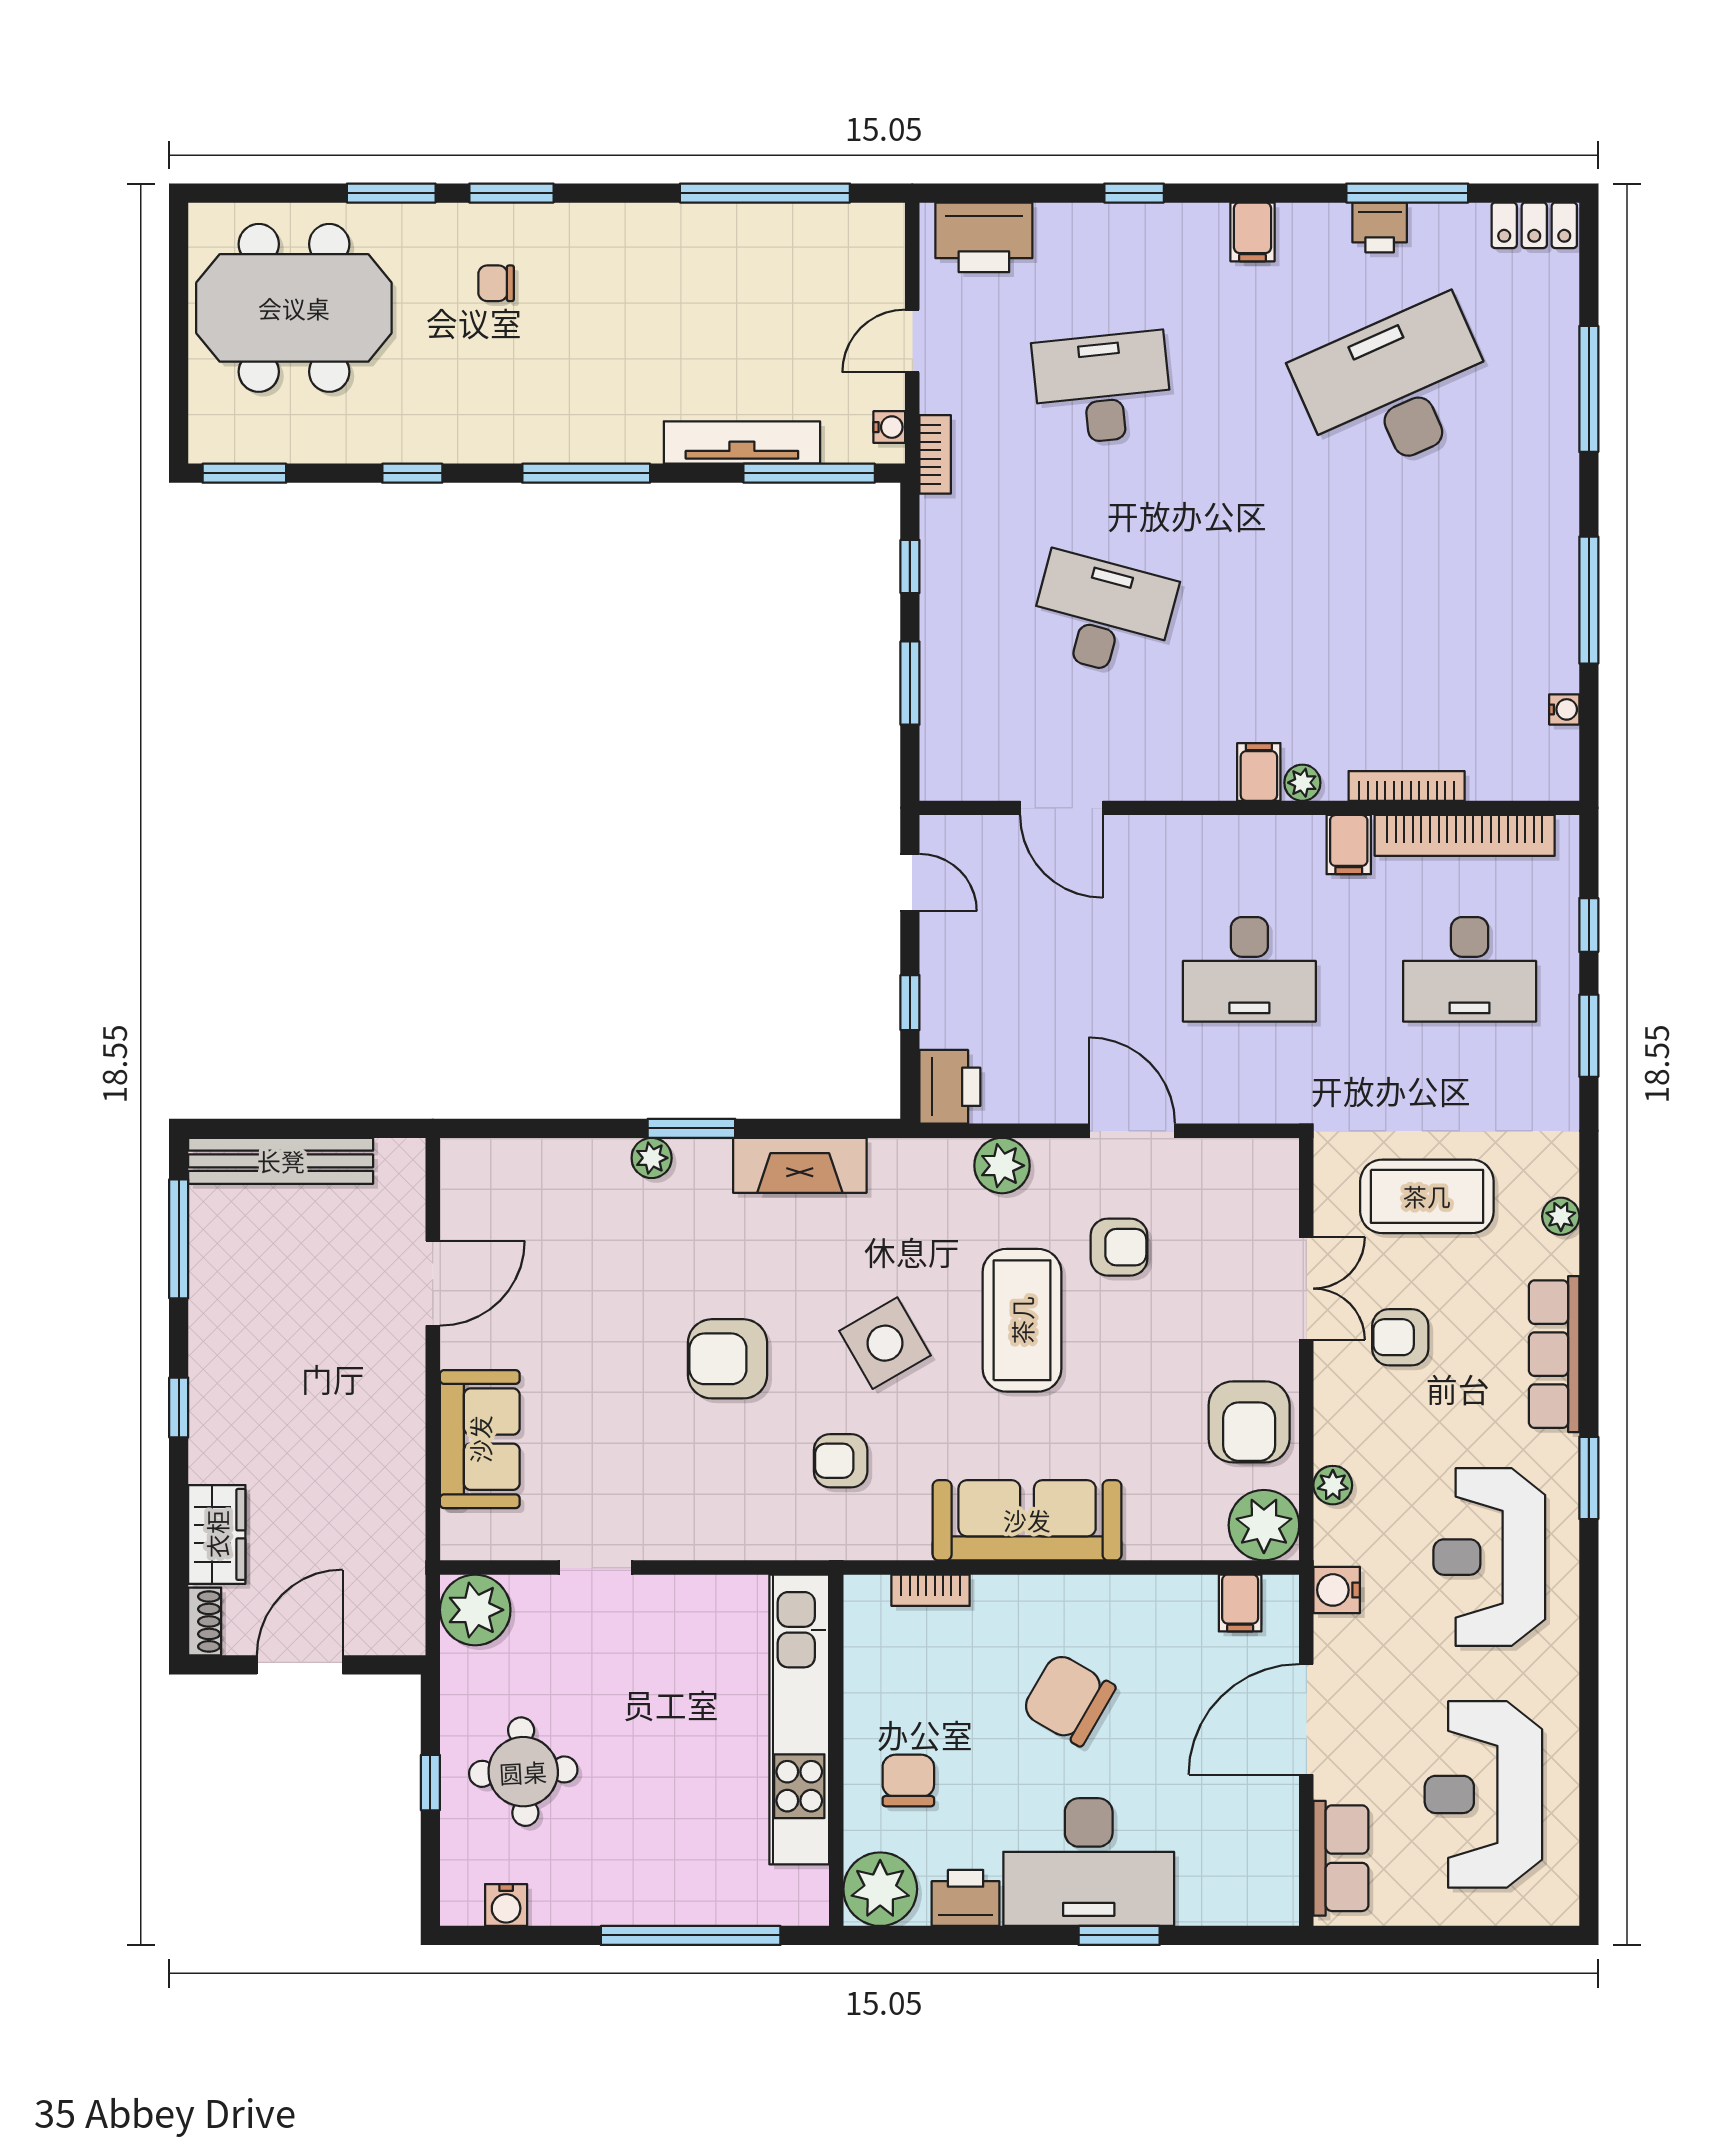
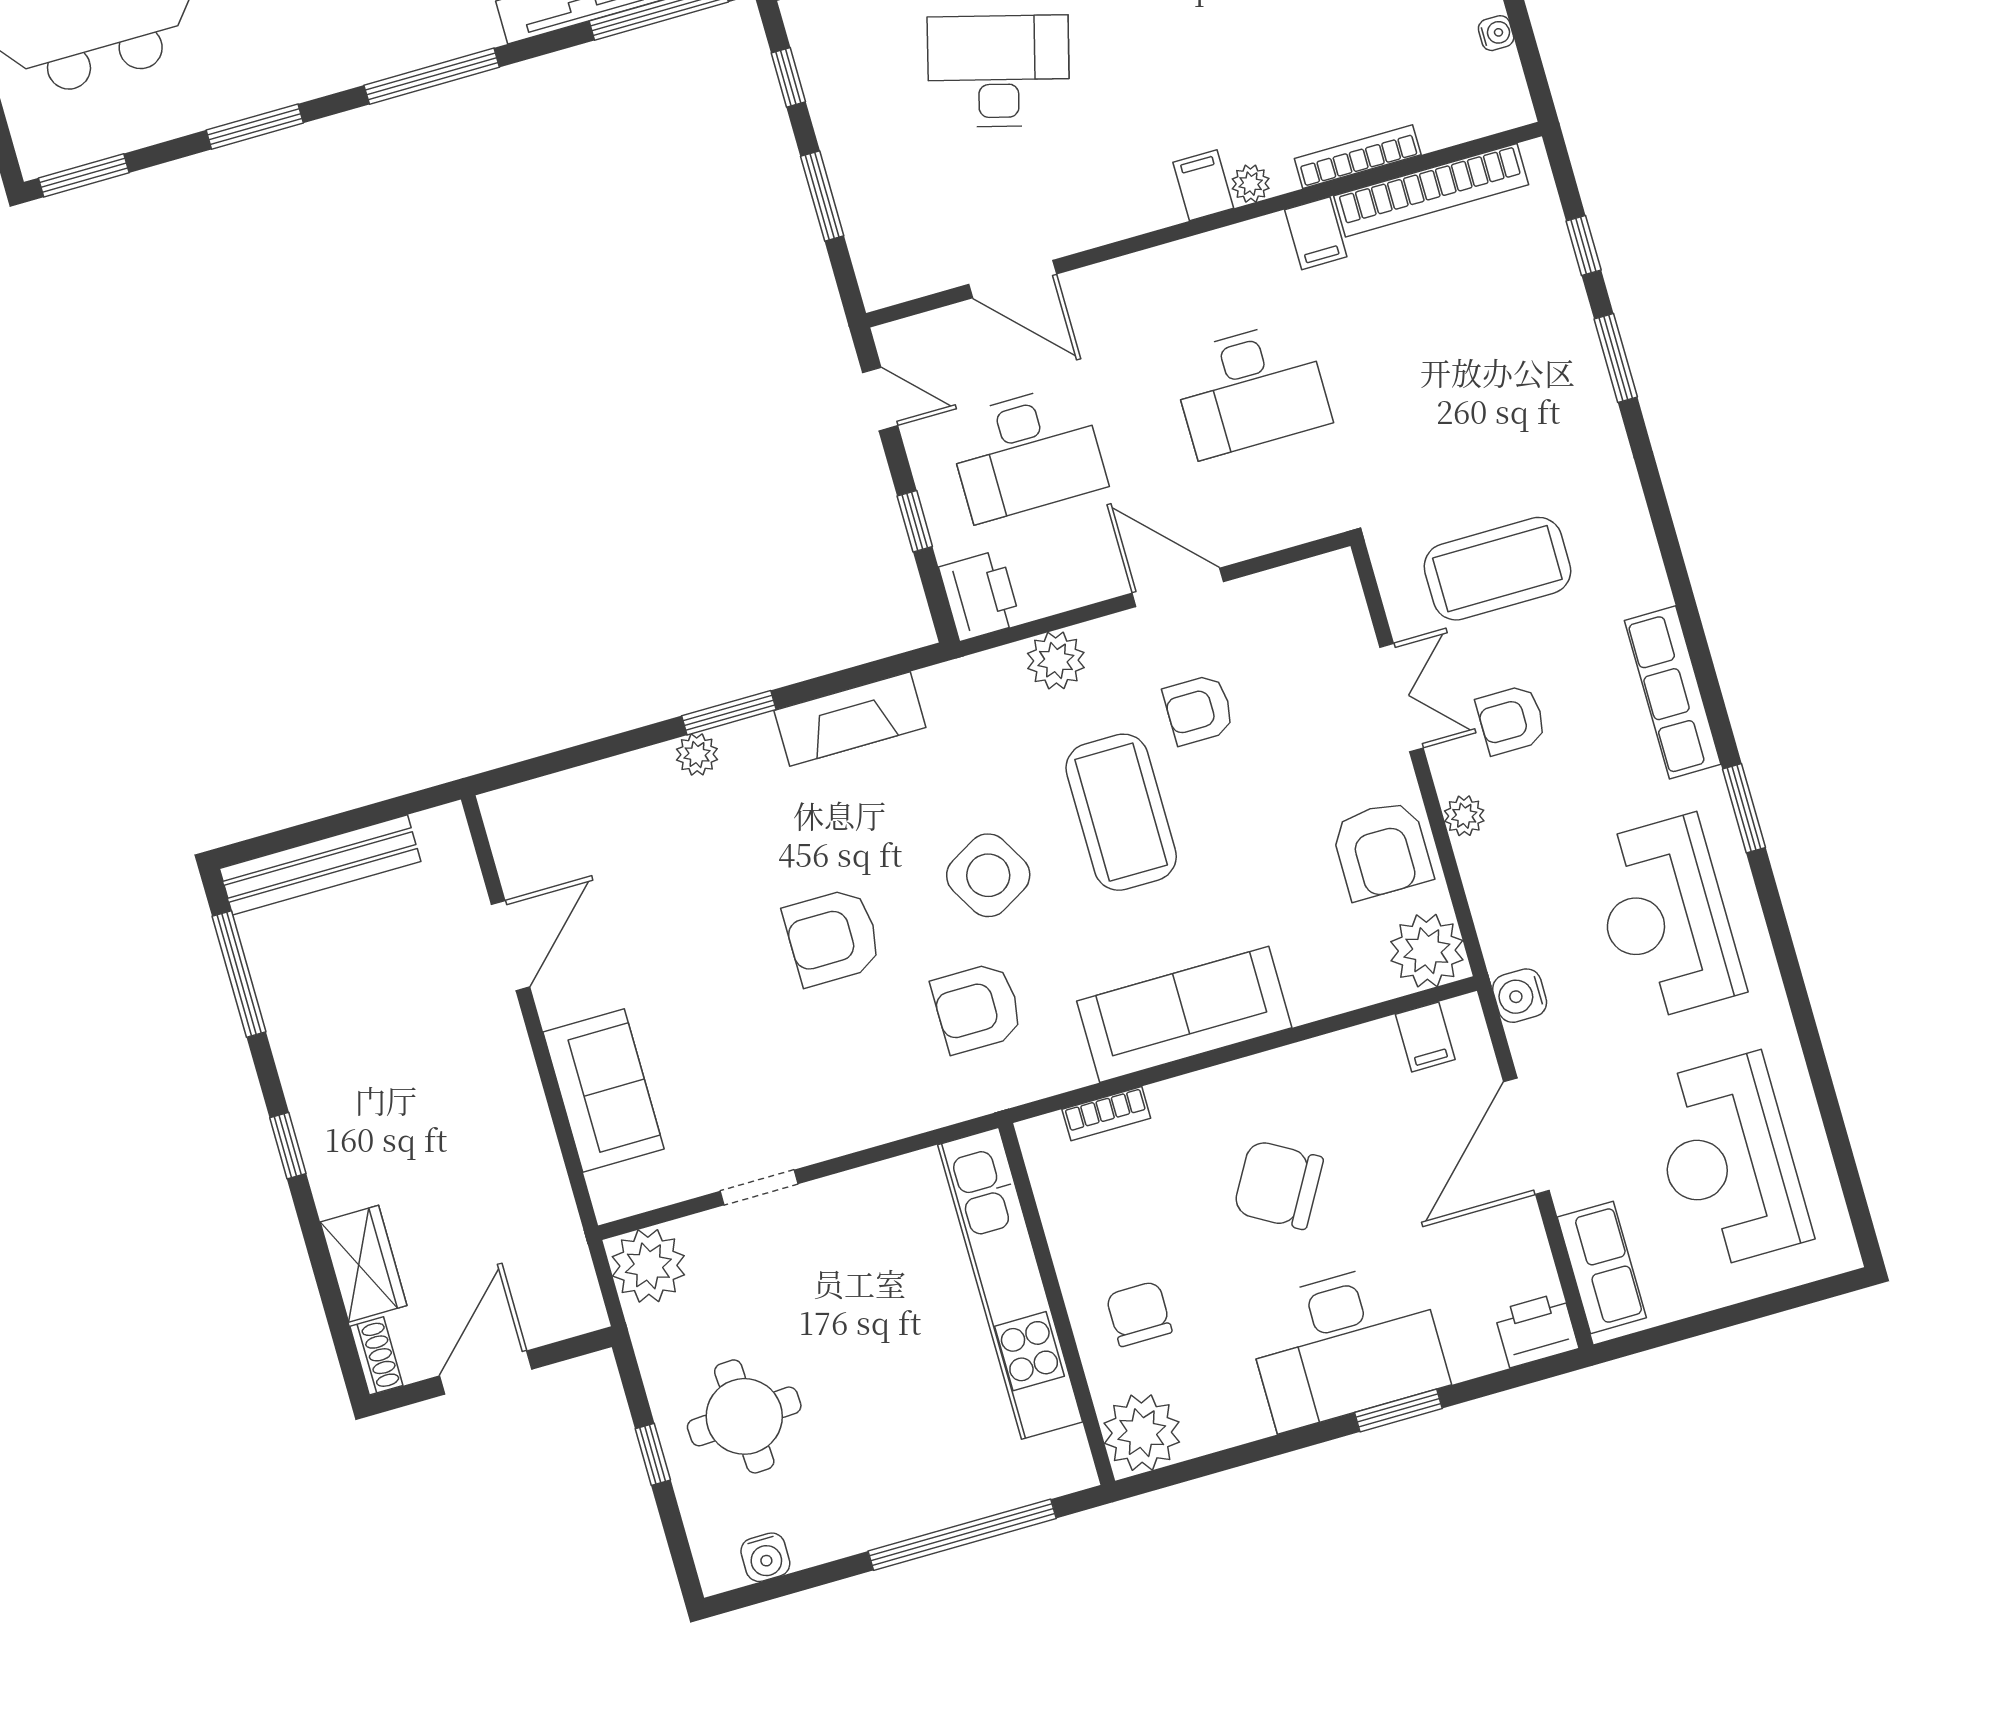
window: (412, 473) -> (255, 127), width x1.50
desk: (1470, 969) -> (1027, 453), moved
plant: (1561, 1216) -> (1639, 550), removed
armchair: (1119, 1247) -> (1199, 710), turned 180
armchair: (841, 1461) -> (977, 1008), width x1.38, depth x1.38
plant: (1333, 1485) -> (1464, 816), moved
printer: (966, 1898) -> (1536, 1330), moved

